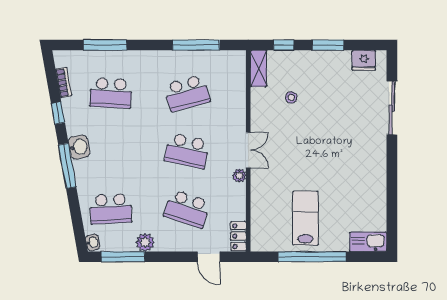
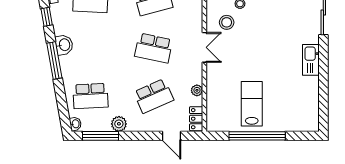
stool: (275, 120) -> (227, 22), added
plant: (239, 175) -> (197, 90), moved
school desk: (187, 209) -> (154, 96), turned -42
kitchen sink: (368, 242) -> (311, 60), moved, turned -90

